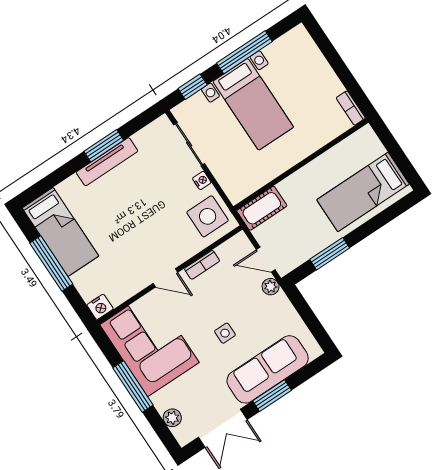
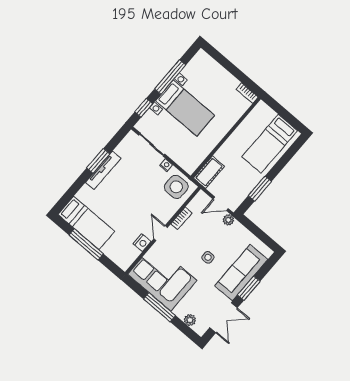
door: (165, 278) -> (161, 233), swing flipped
nightstand: (100, 307) -> (142, 243), moved

